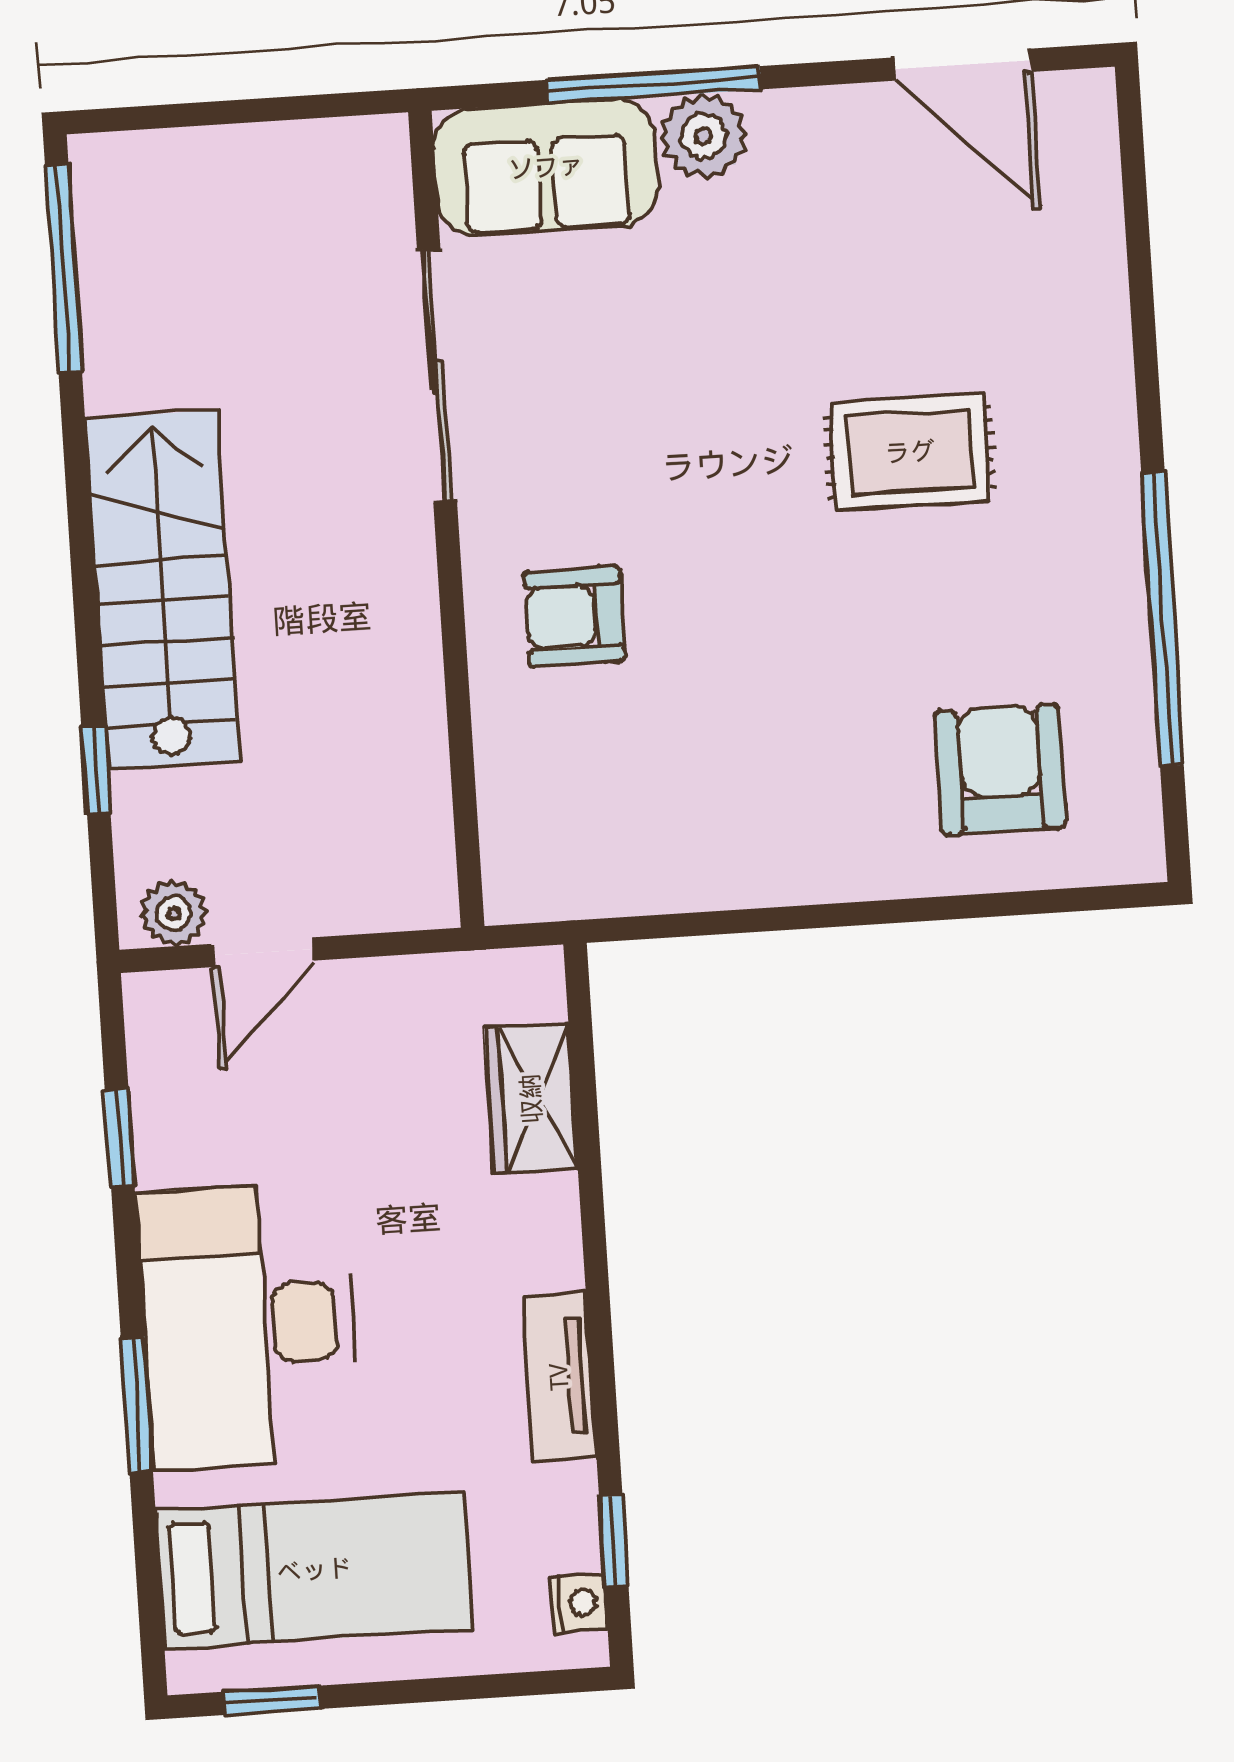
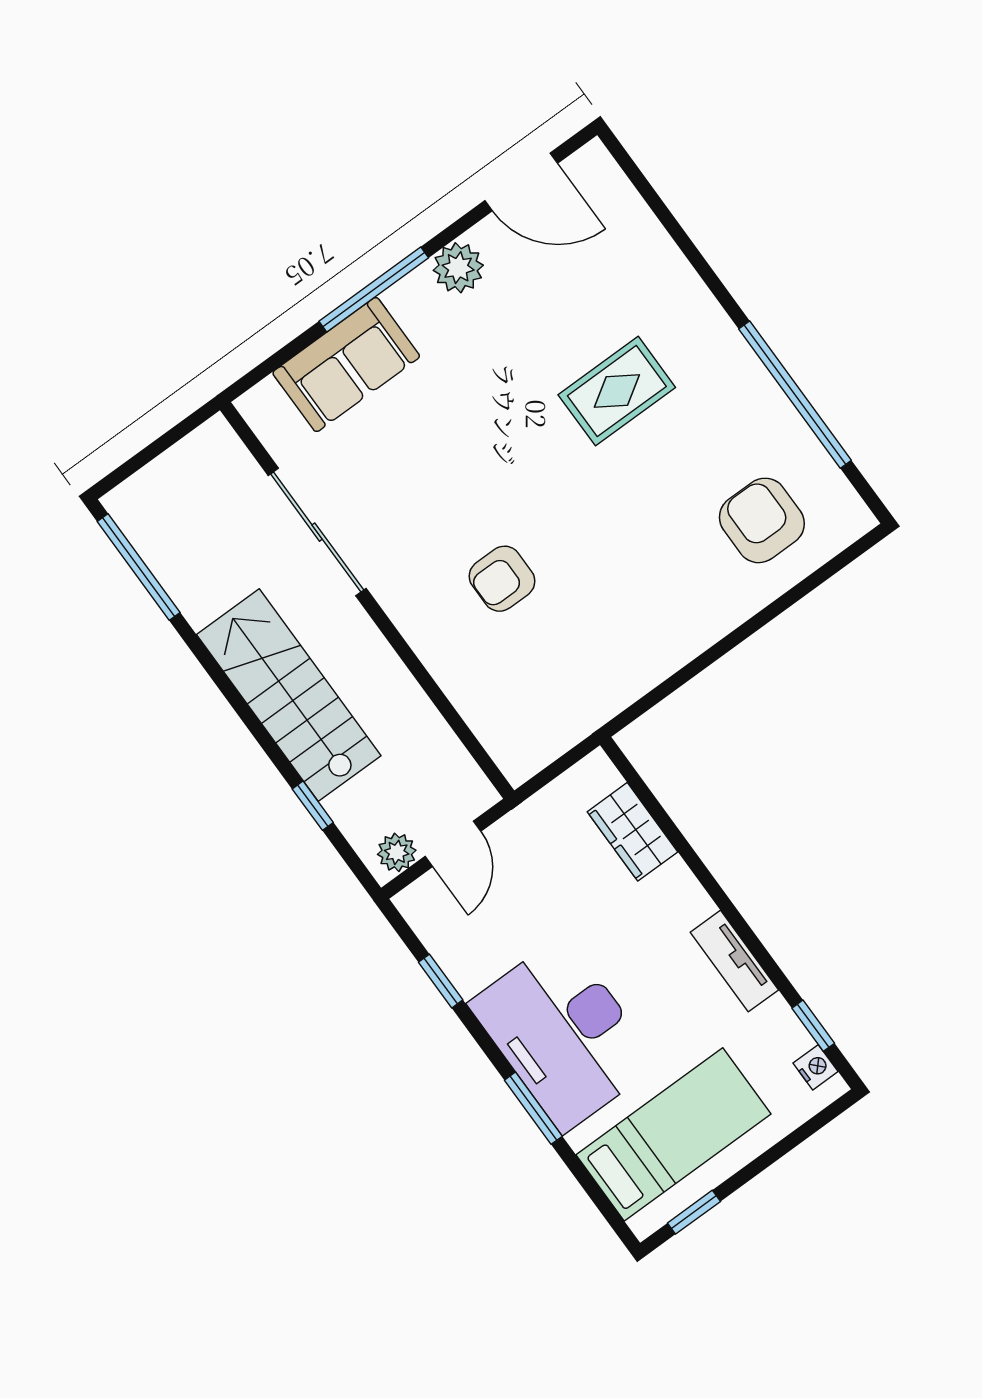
plant: (703, 136) -> (458, 268), moved
sliding door: (437, 376) -> (317, 532), moved
wall: (446, 519) -> (367, 600), moved

